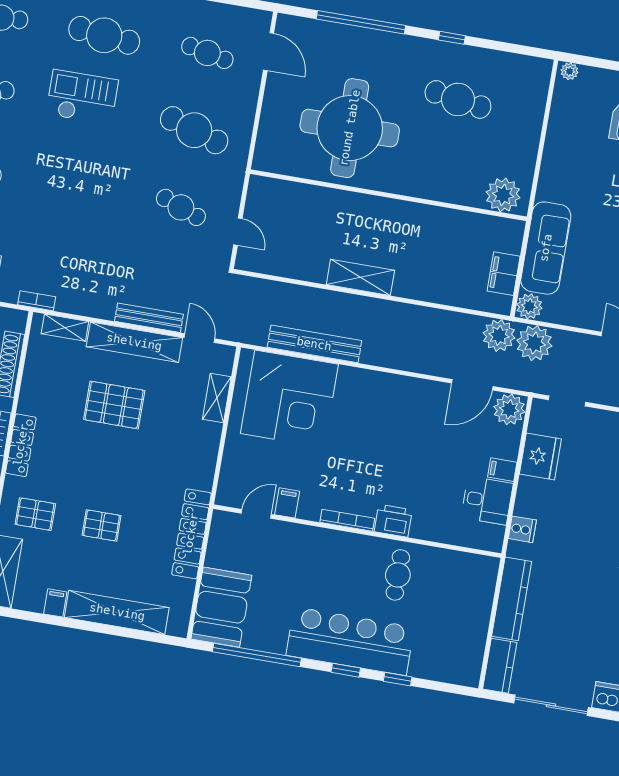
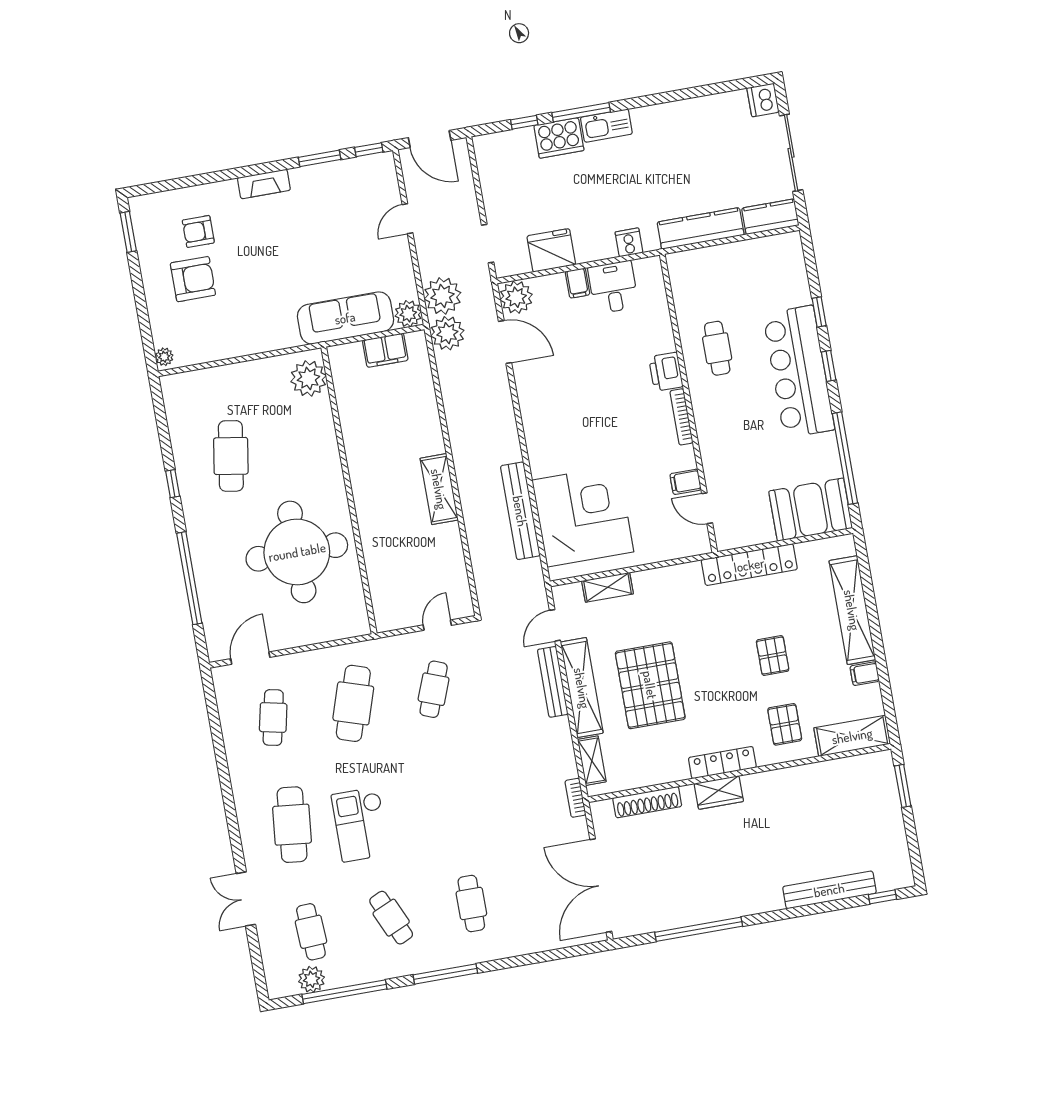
pallet: (114, 405) -> (650, 685), width x1.37, depth x1.41
cafe table: (398, 575) -> (717, 348), turned 90

